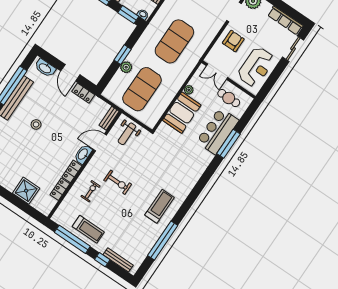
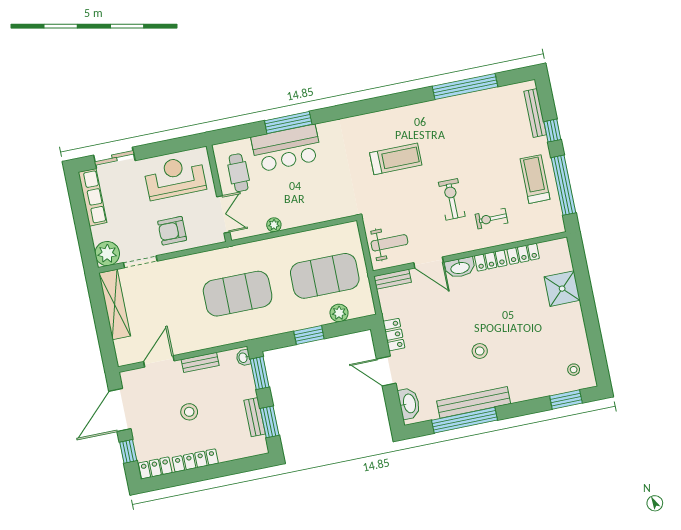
plant: (126, 67) -> (339, 313), moved
door: (70, 73) -> (386, 371), swing flipped
booth: (182, 113) -> (306, 207), removed
treadmill: (160, 206) -> (396, 159), moved, turned 180

